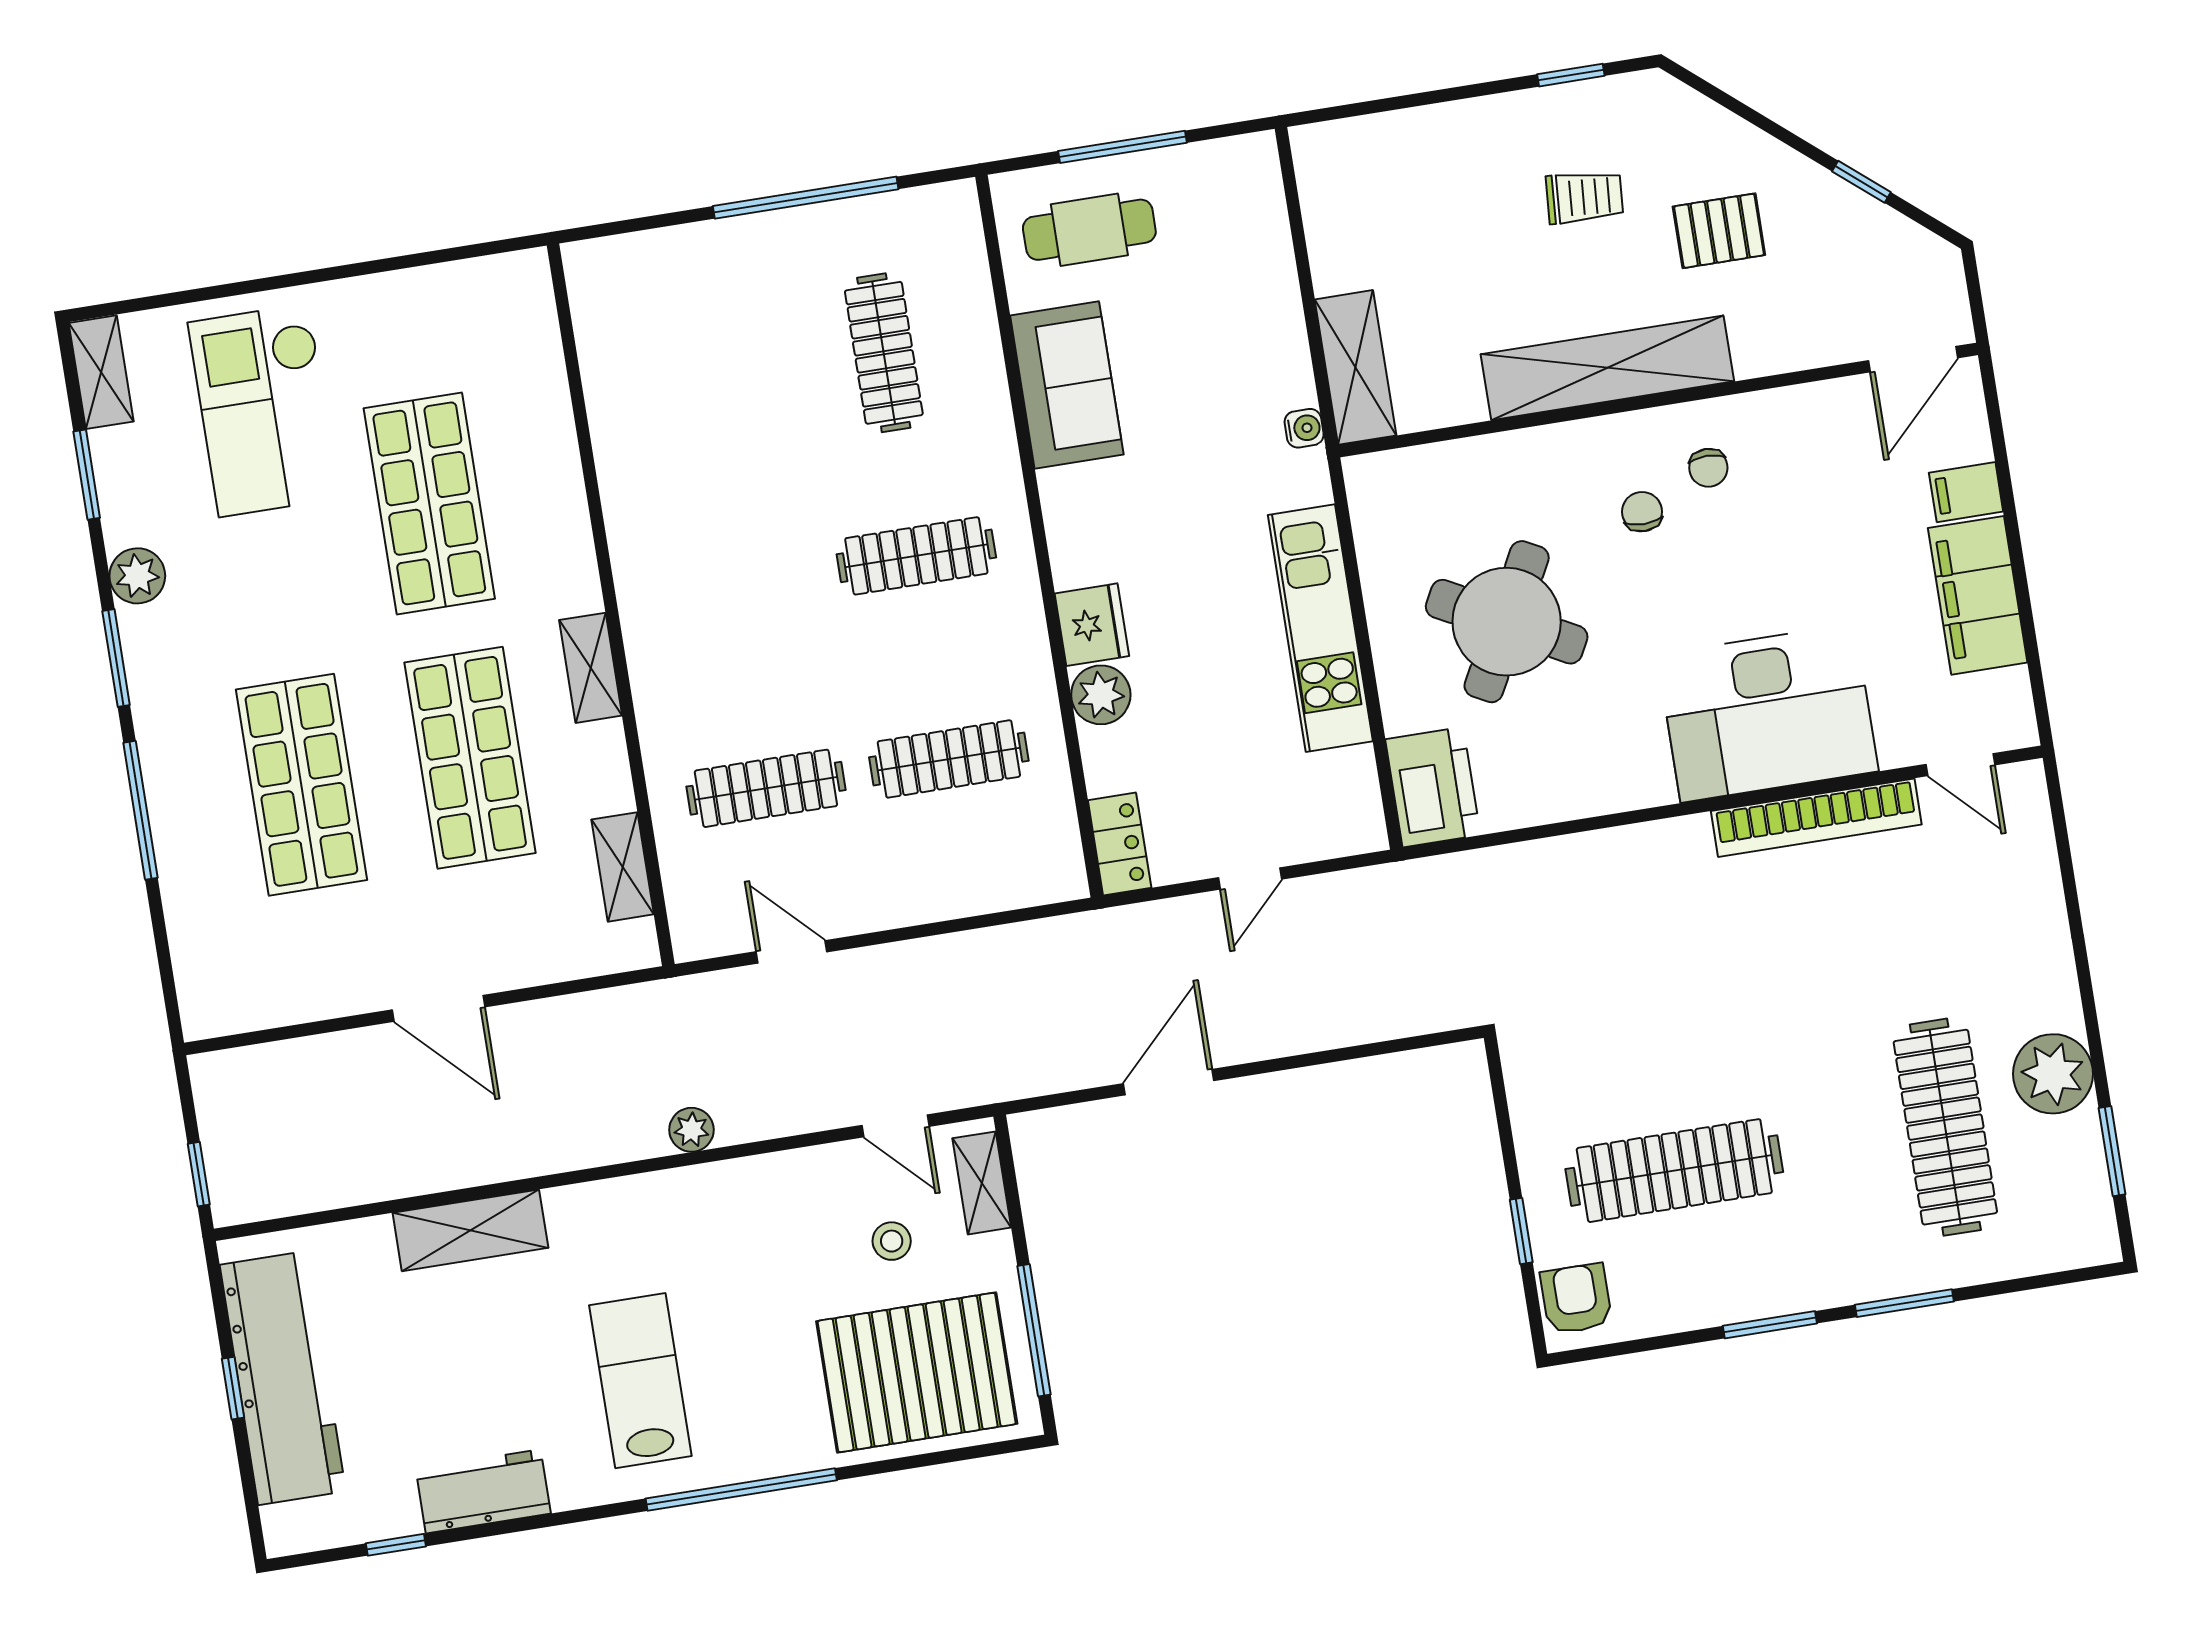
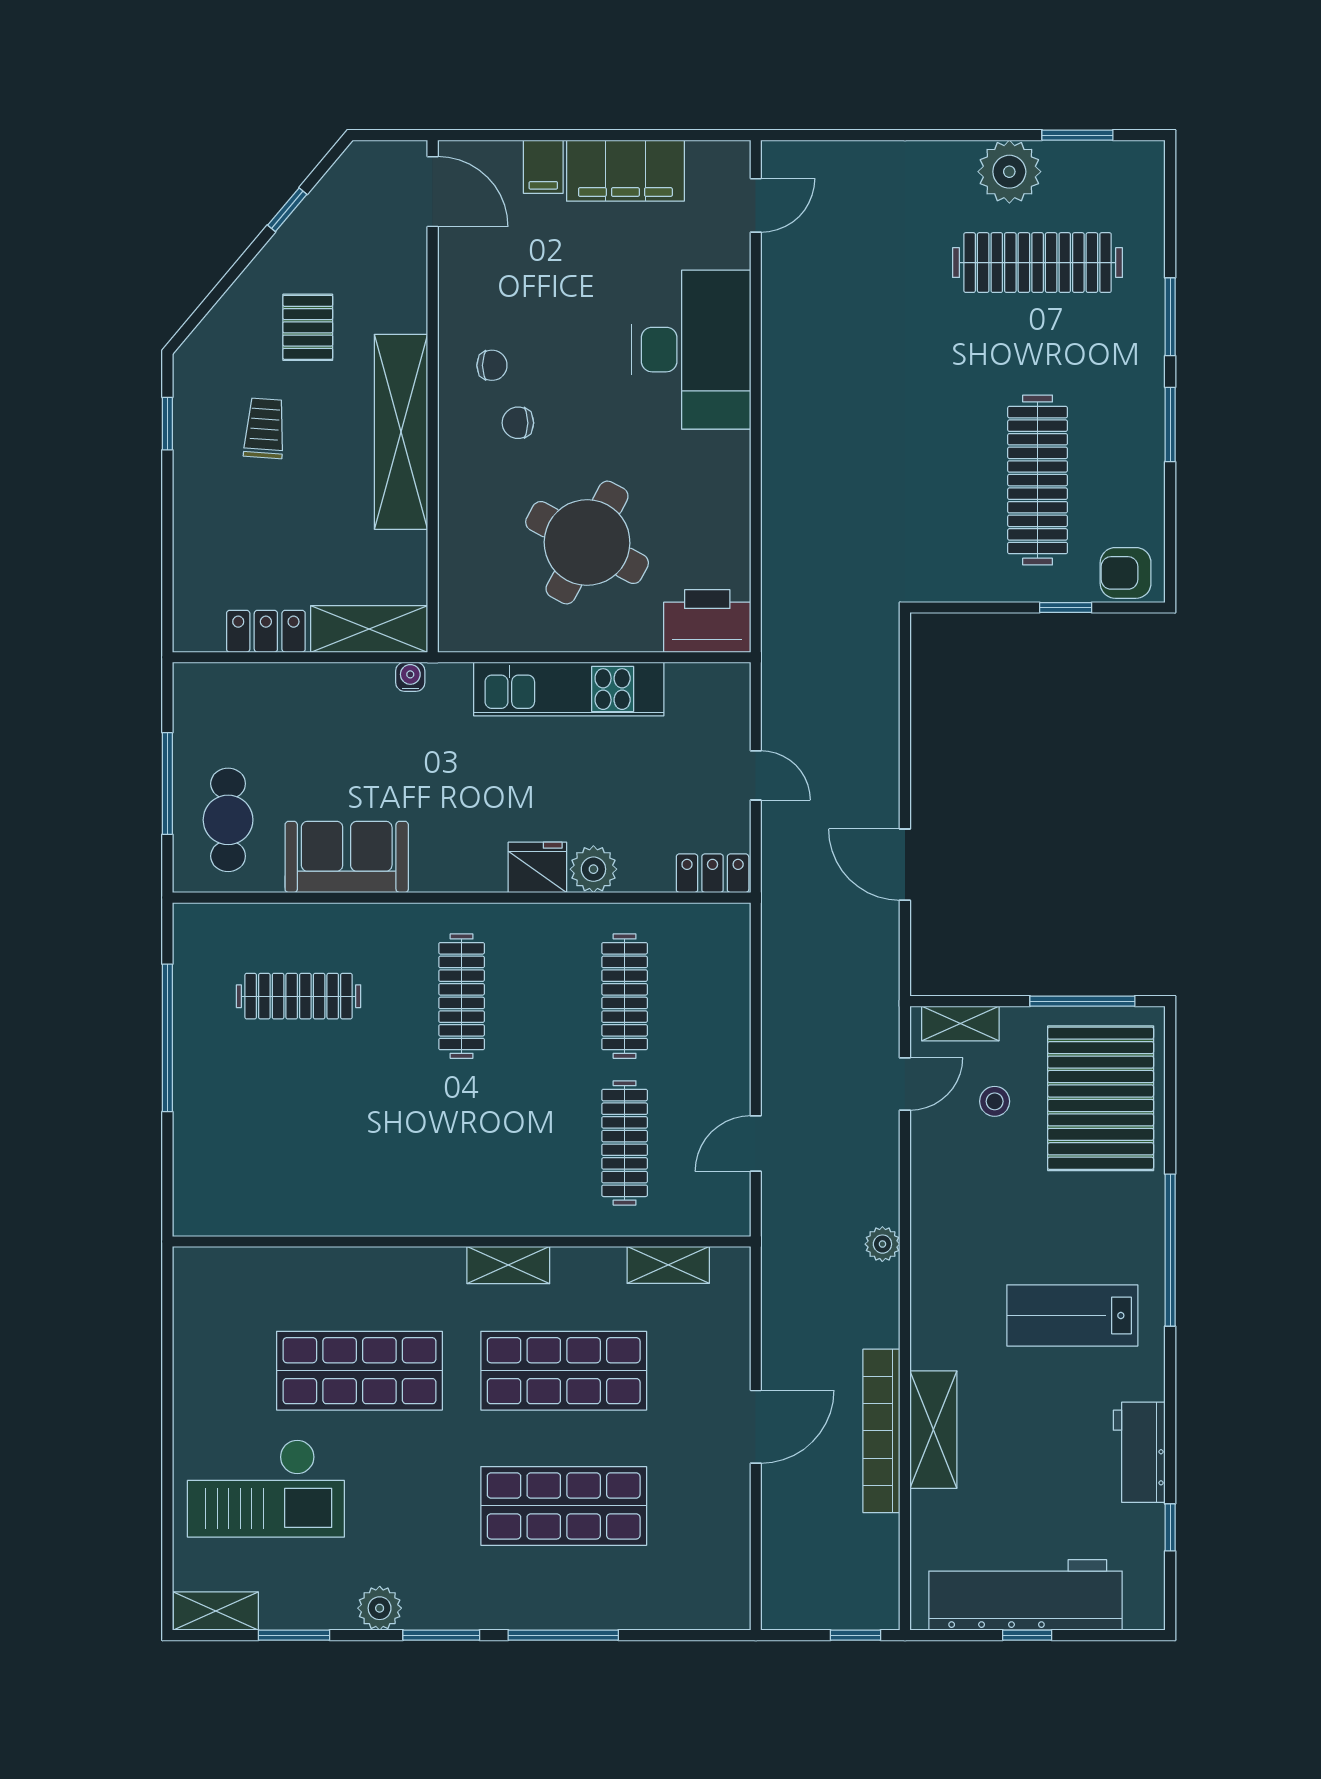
locker: (1332, 239) -> (266, 631), added
bookcase: (1816, 818) -> (881, 1431), moved, turned 180

